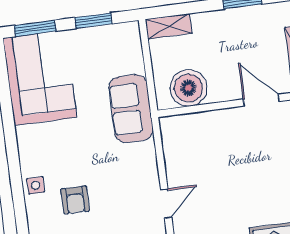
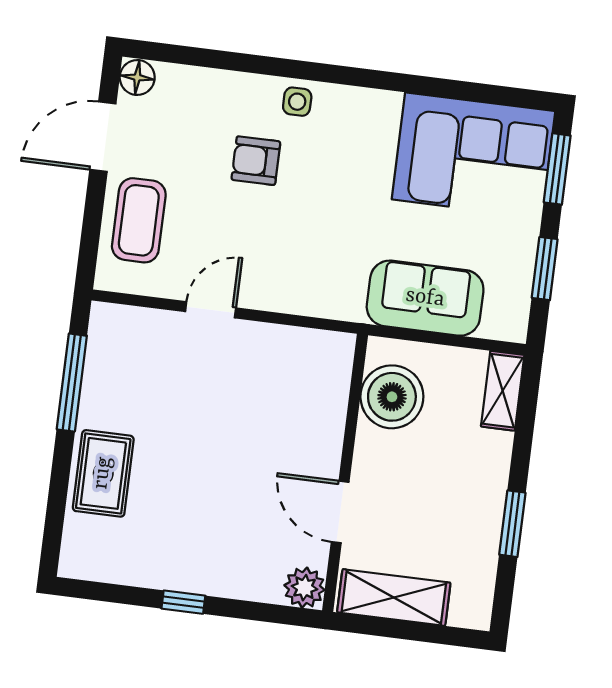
door: (261, 100) -> (340, 512), swing flipped
sofa: (131, 109) -> (425, 298), moved
door: (166, 203) -> (211, 310), swing flipped

